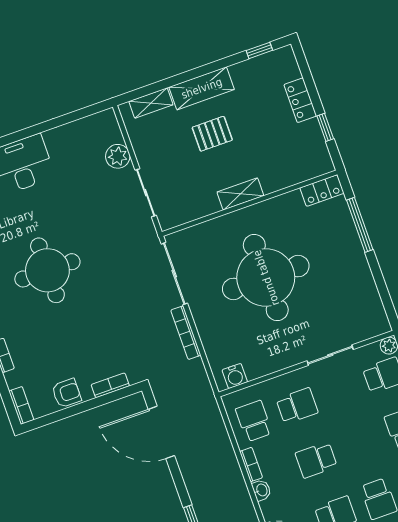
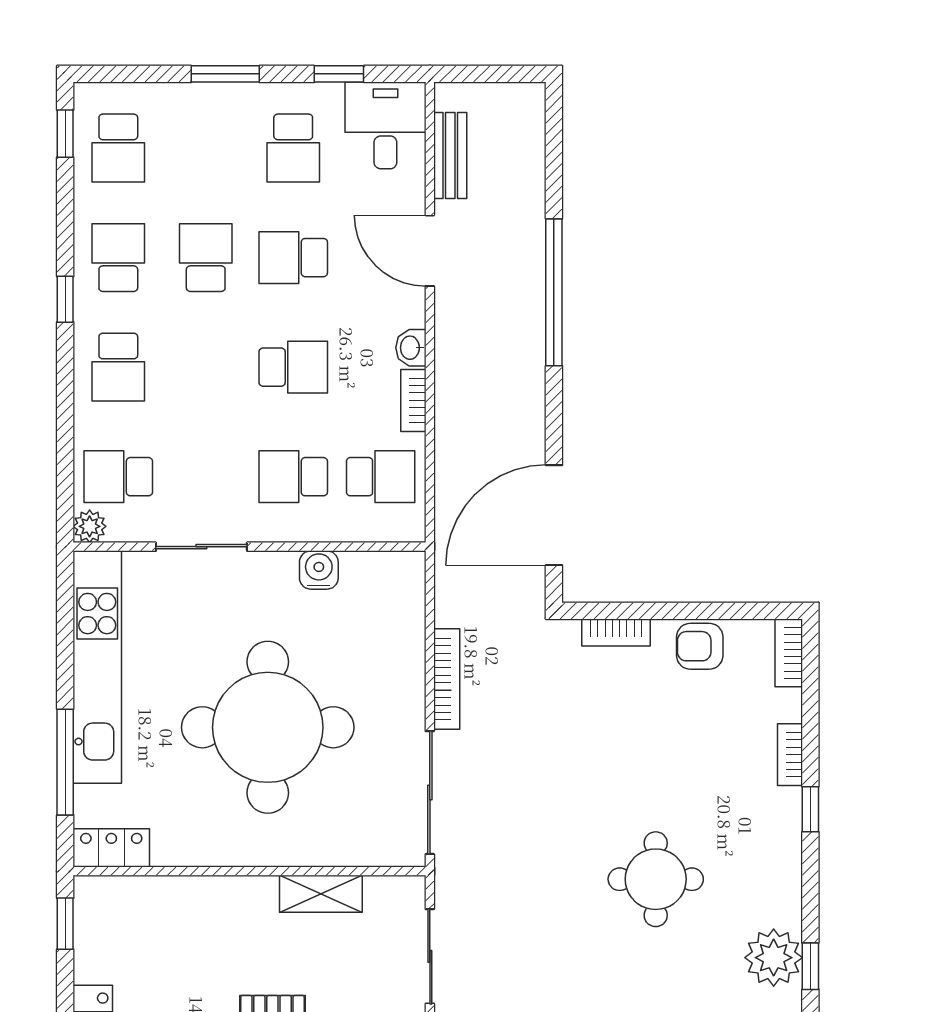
window: (325, 127) -> (65, 924), moved
shelving: (240, 194) -> (321, 894), moved
round table: (47, 270) -> (656, 879), width x0.73, depth x0.73
kitchen unit: (361, 277) -> (97, 667), added
water cooler: (235, 376) -> (319, 570), moved
school desk: (254, 421) -> (381, 477), turned -90
door: (161, 432) -> (554, 515), swing flipped

